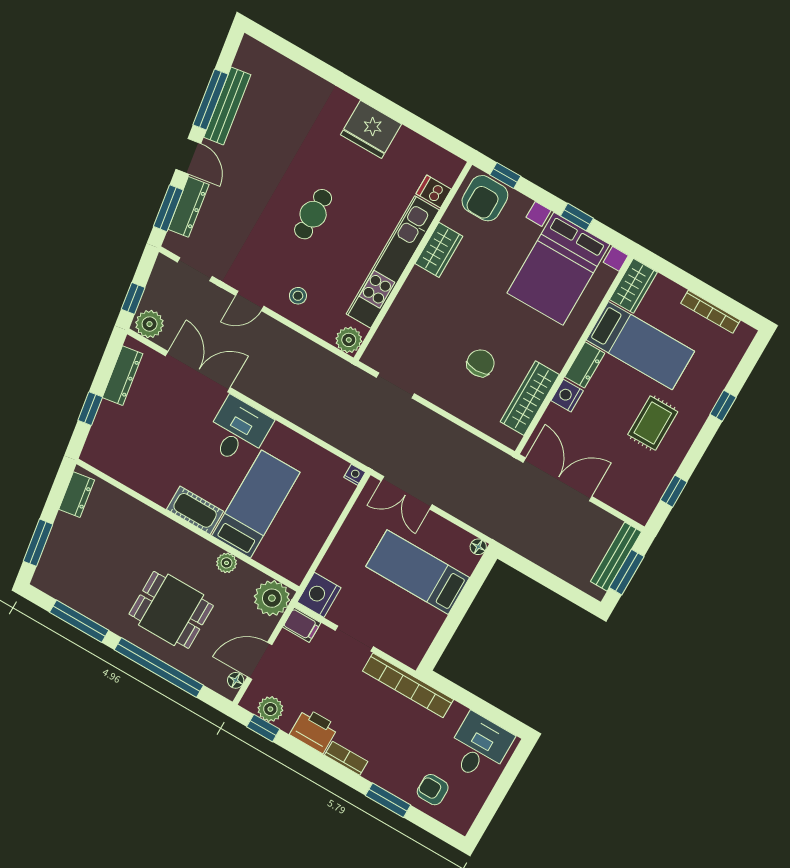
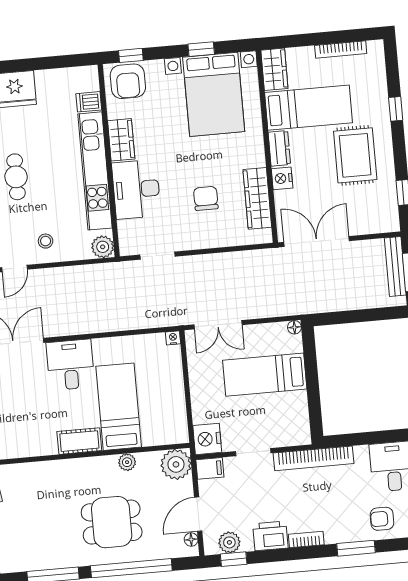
desk: (420, 307) -> (136, 189), added
rug: (653, 423) -> (355, 155), width x1.36, depth x1.43

